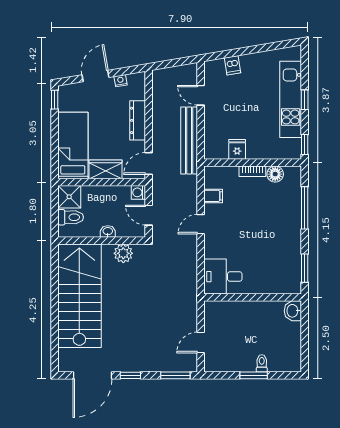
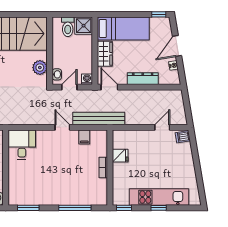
dishwasher: (232, 65) -> (183, 137), moved
door: (95, 76) -> (177, 46), swing flipped
bench: (189, 140) -> (99, 118), moved
floor lamp: (275, 174) -> (101, 185), removed
washbasin: (108, 231) -> (57, 74), moved

